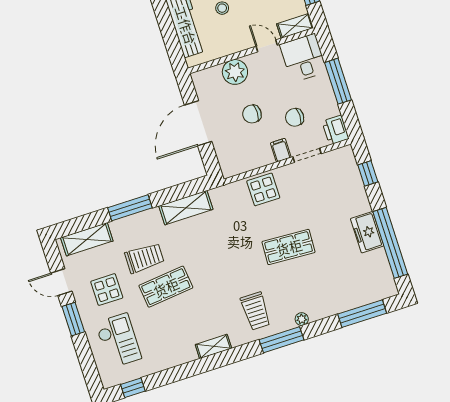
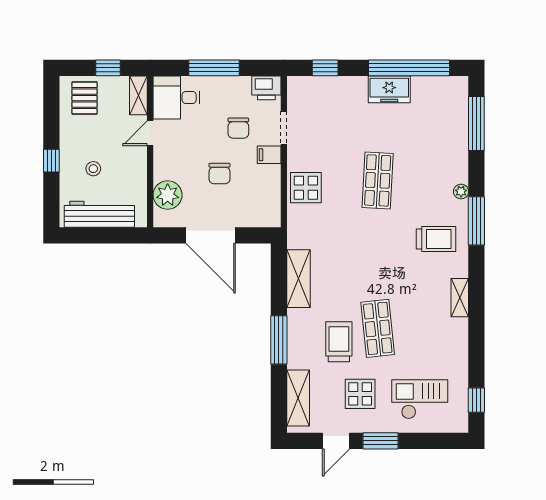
plant: (235, 72) -> (168, 195), moved

